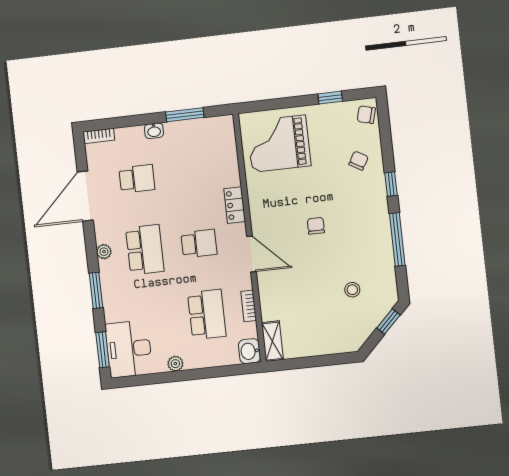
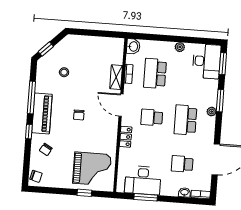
window: (330, 98) -> (84, 193), moved
washbasin: (154, 131) -> (184, 192), moved
desk: (194, 141) -> (143, 180), added
piano: (375, 217) -> (42, 113), added
plant: (104, 252) -> (212, 112), moved
shelving: (272, 341) -> (116, 77), moved

